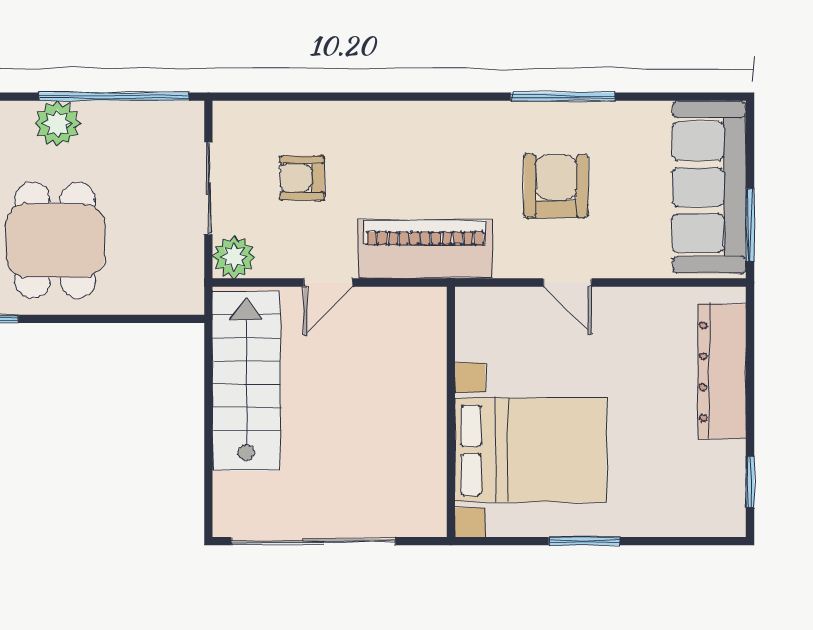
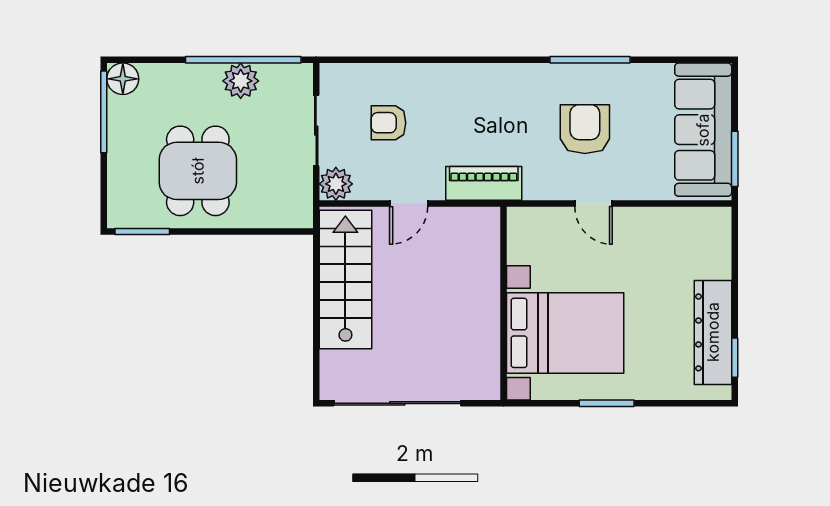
plant: (57, 124) -> (241, 81), moved
piano: (425, 249) -> (484, 183), width x0.73, depth x0.75
dresser: (722, 372) -> (713, 332), moved

